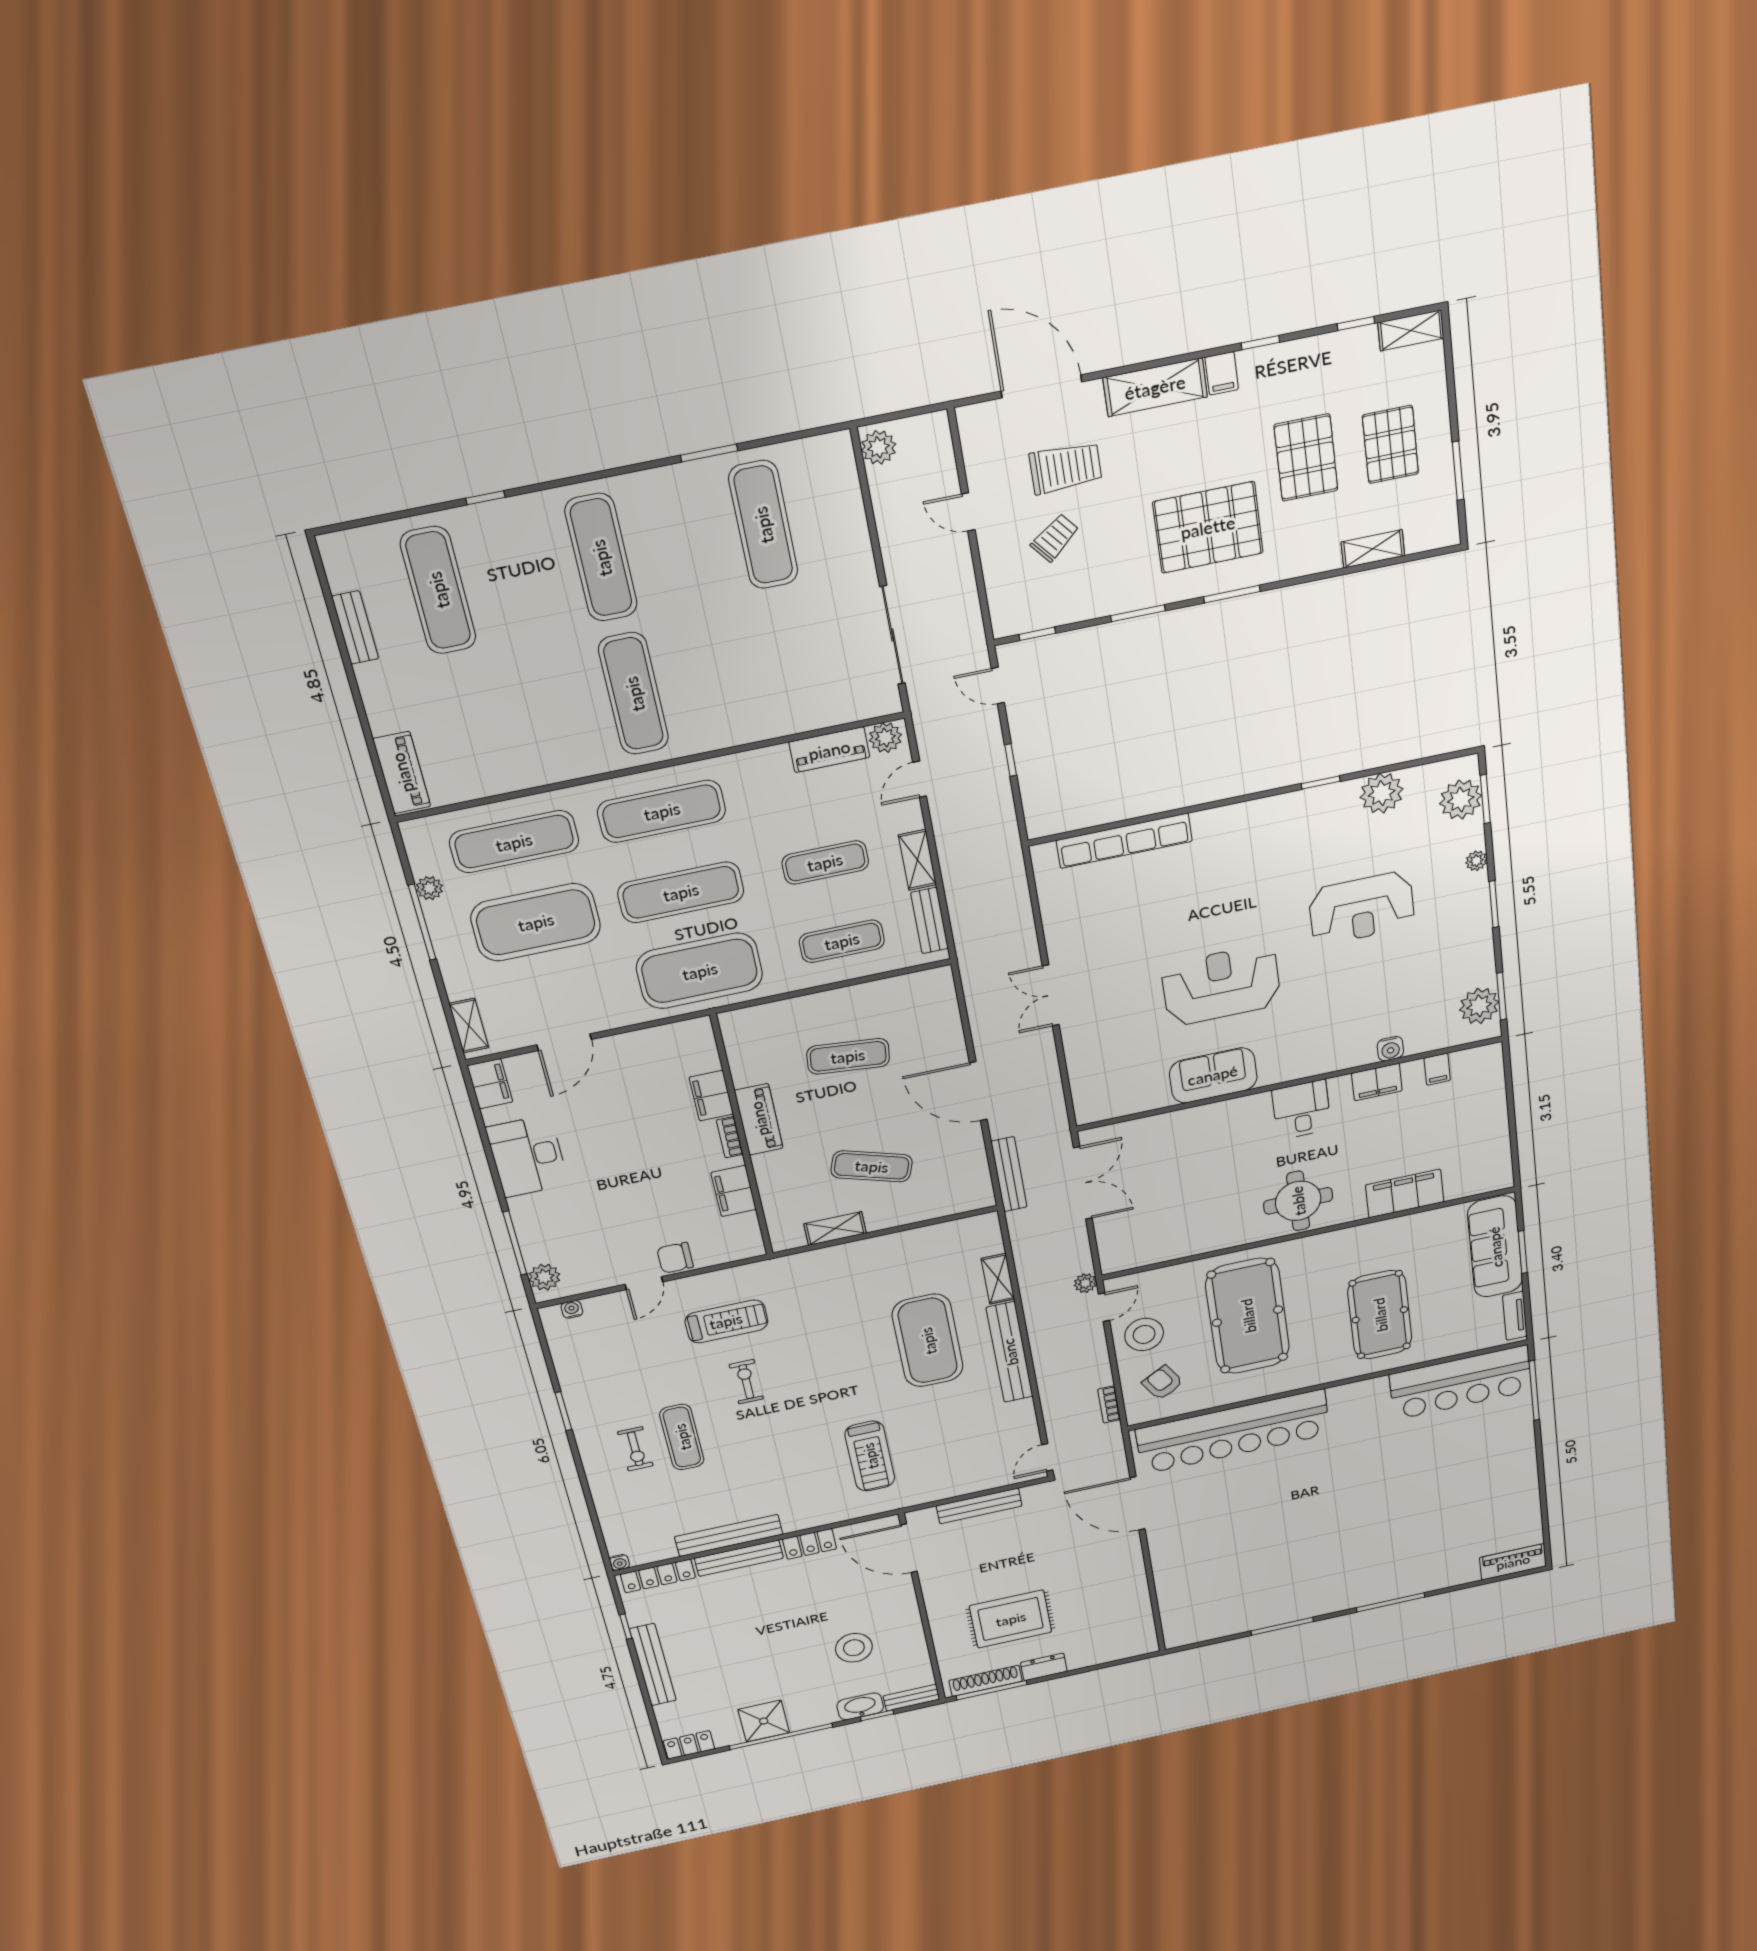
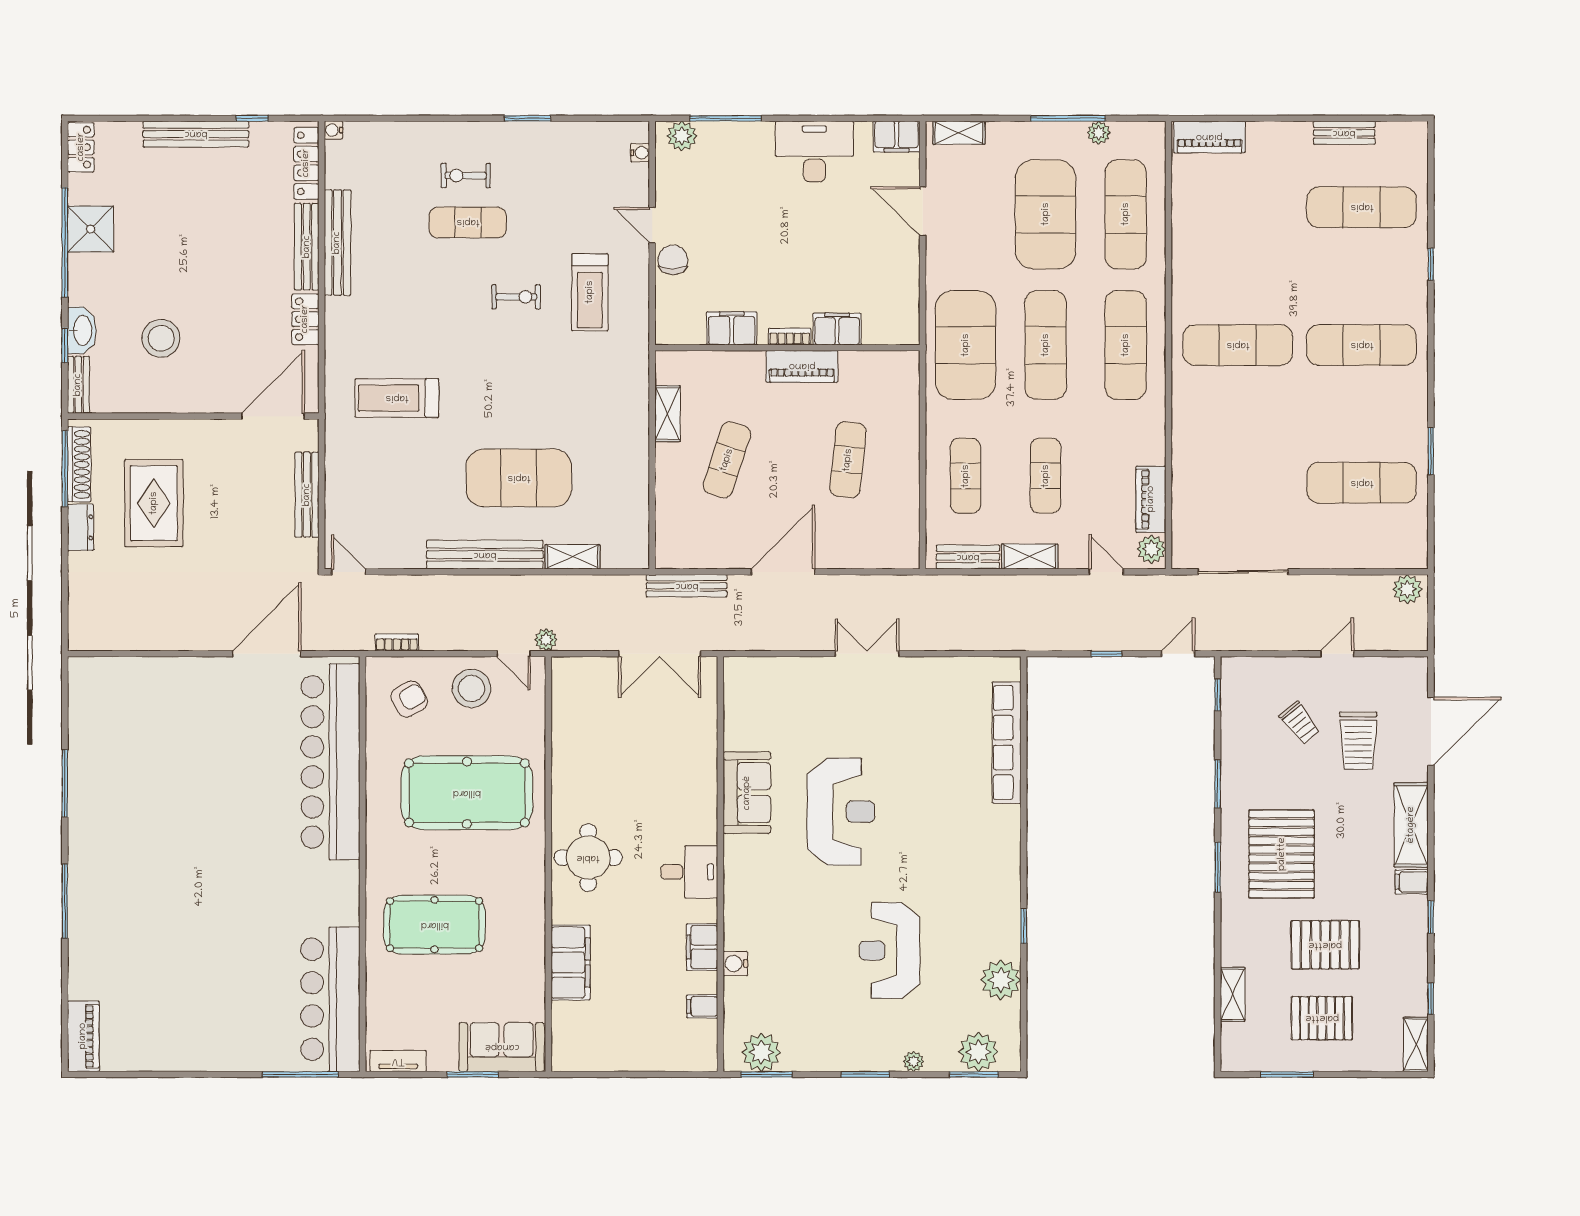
sofa: (1495, 1247) -> (502, 1047), width x0.73

